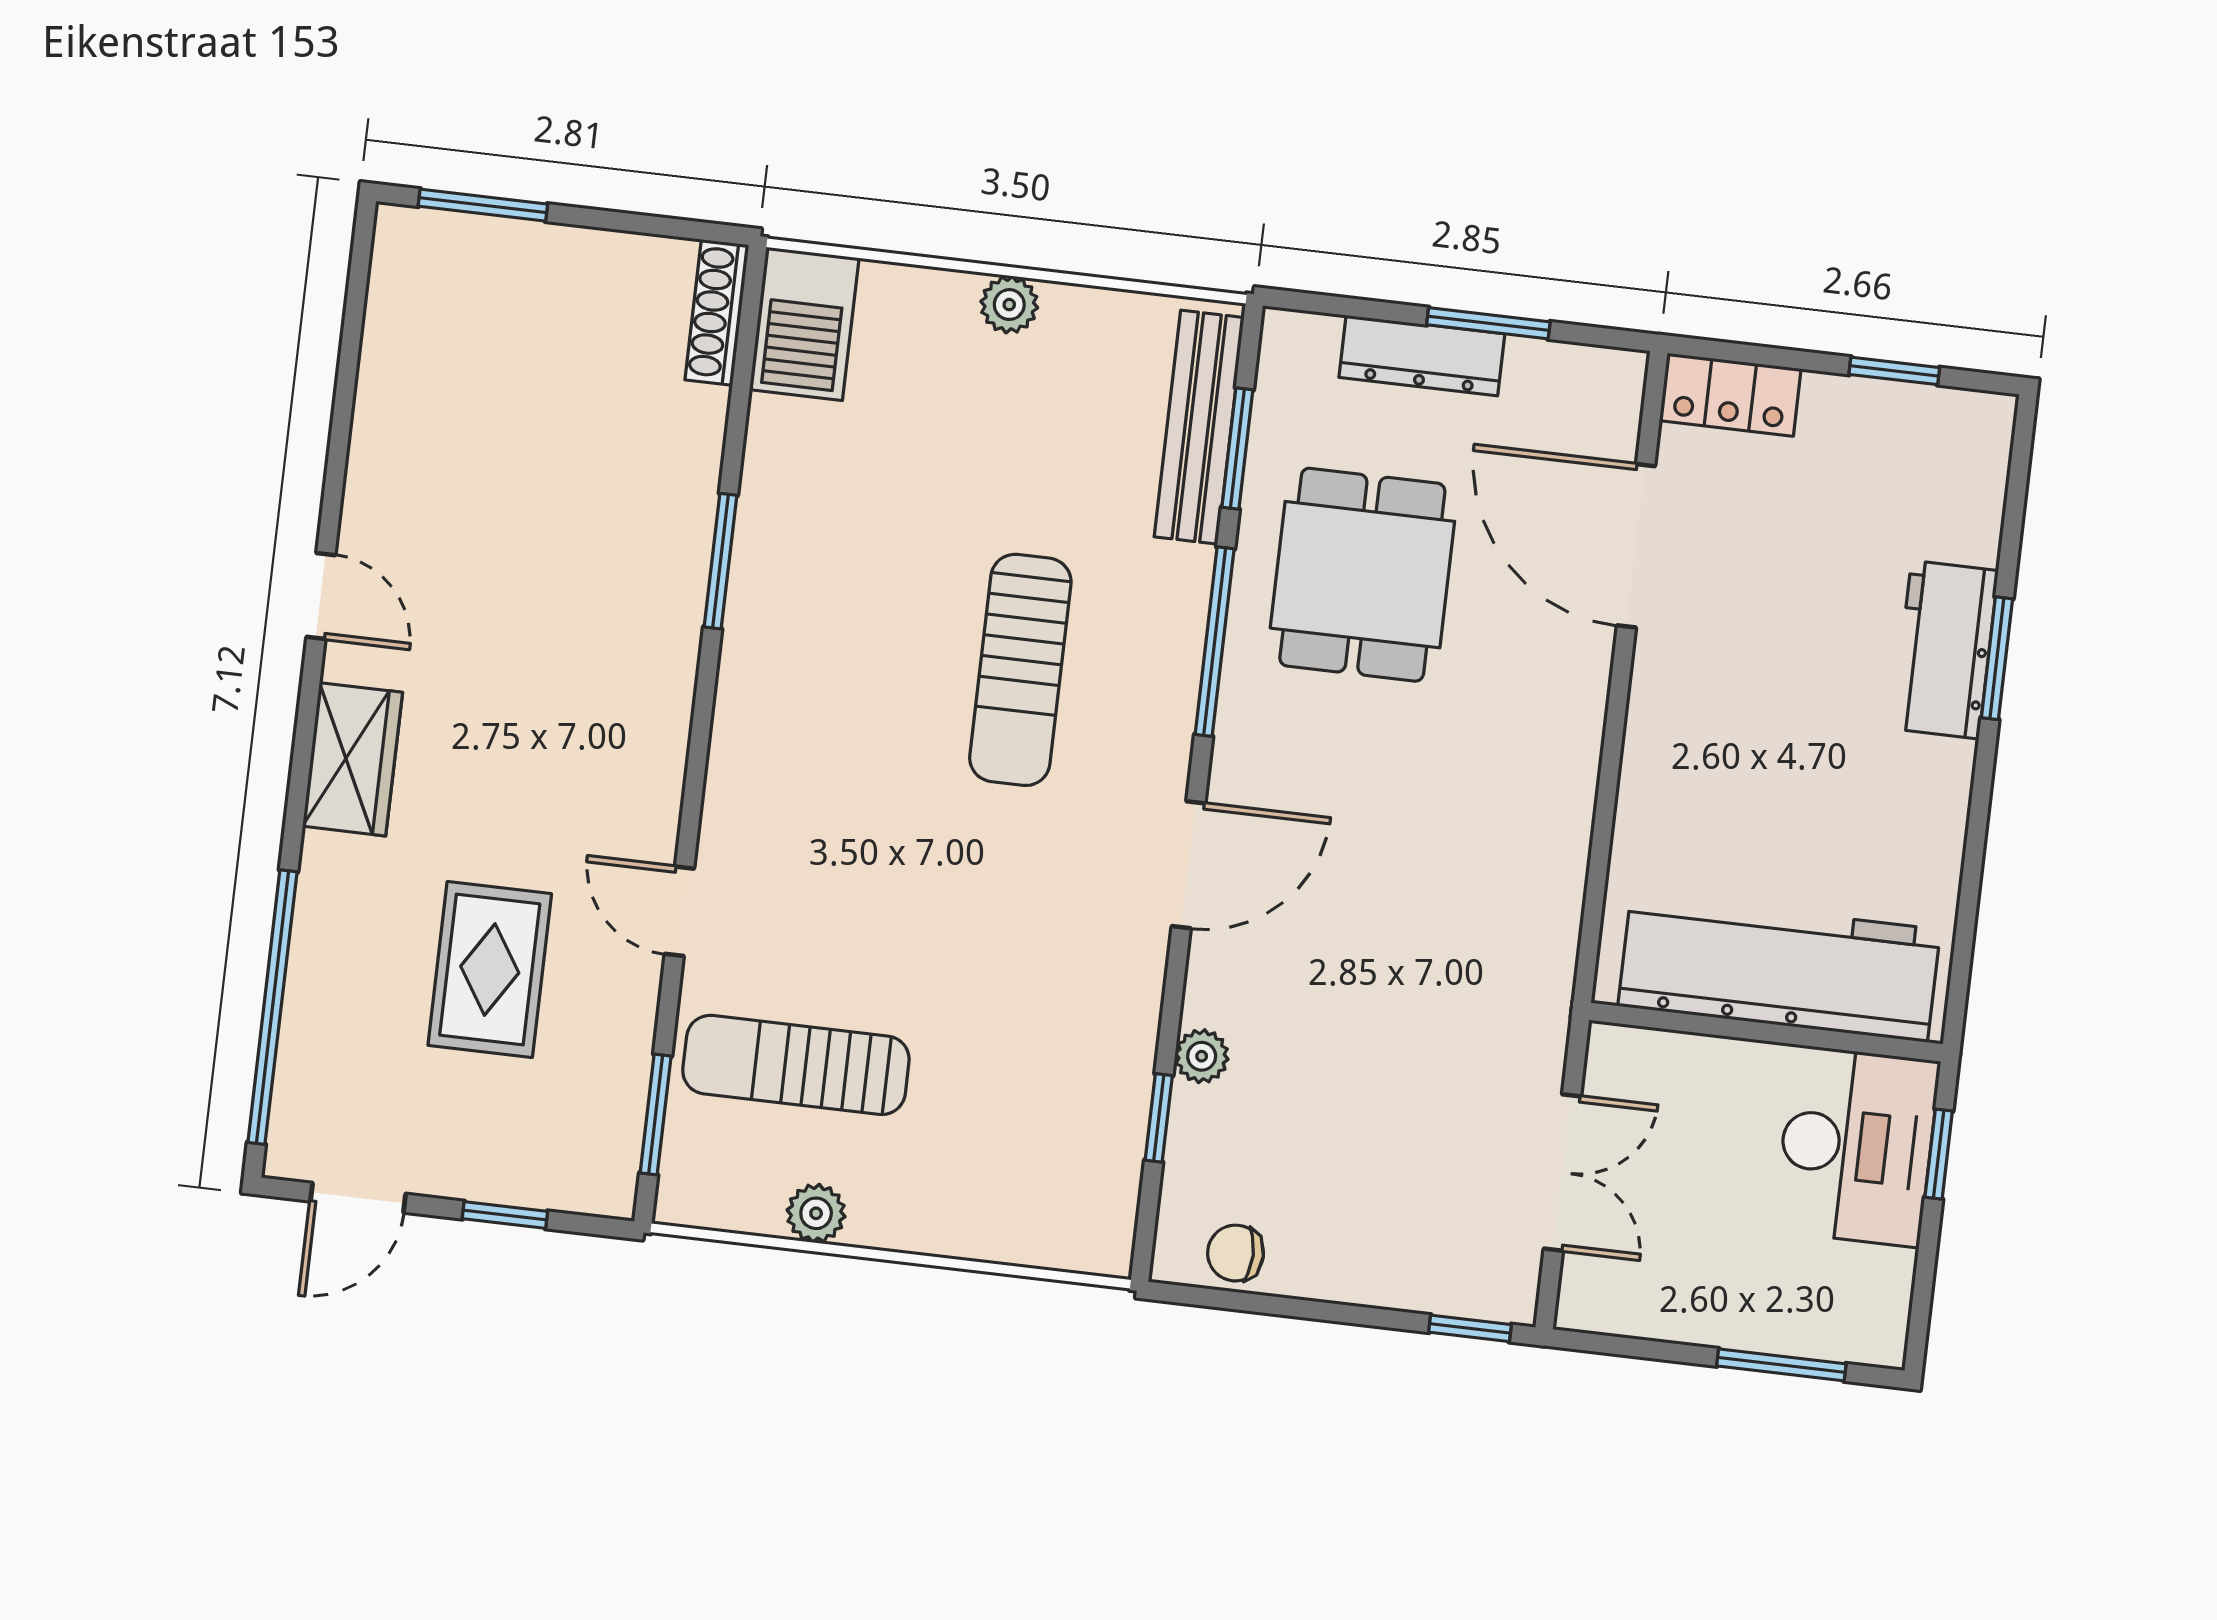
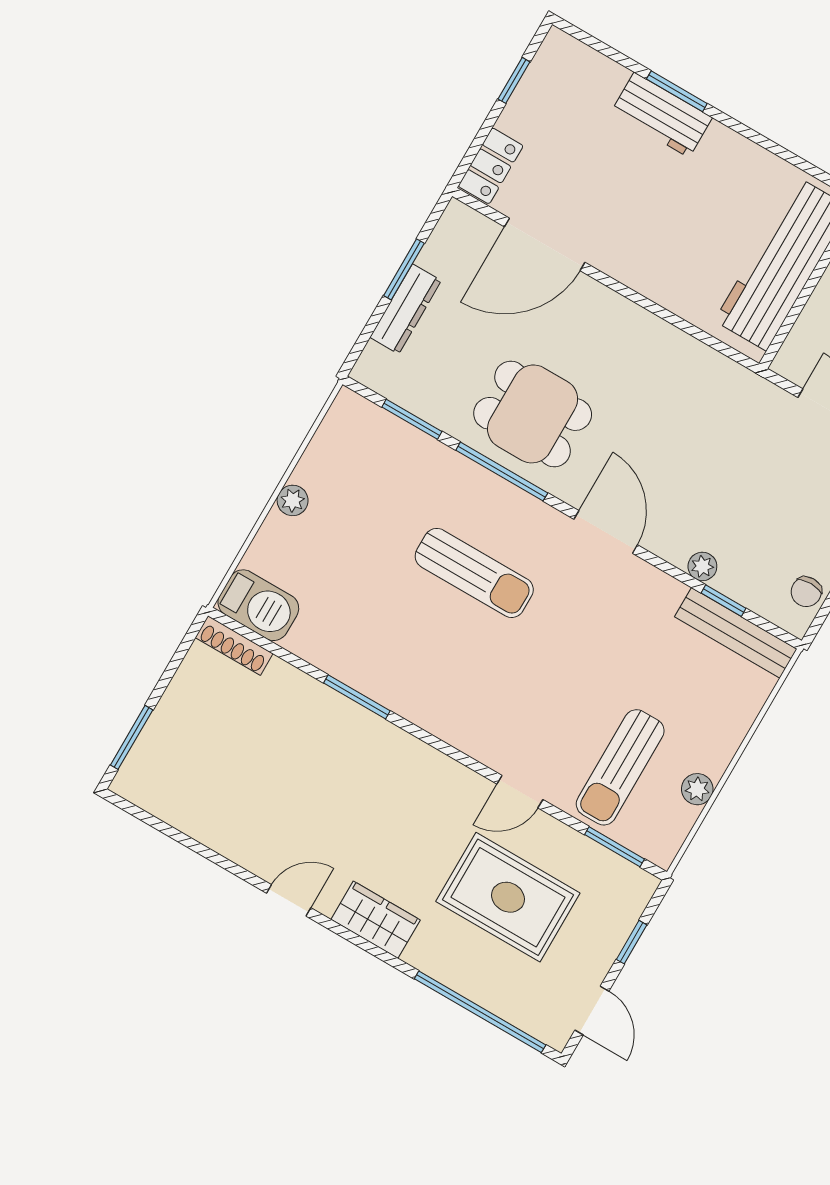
bench: (1199, 427) -> (736, 633), moved
dining table: (1362, 575) -> (533, 414), moved
rug: (490, 969) -> (508, 897), width x1.36, depth x1.43

